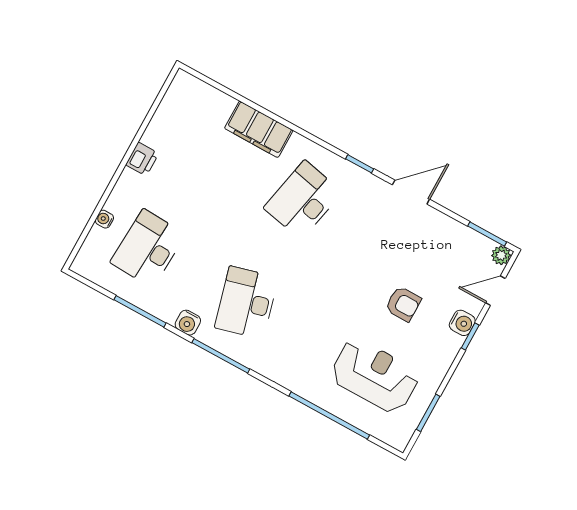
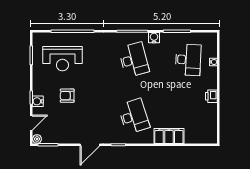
desk: (303, 200) -> (134, 116), turned -30

